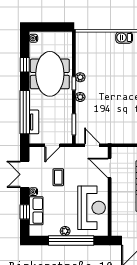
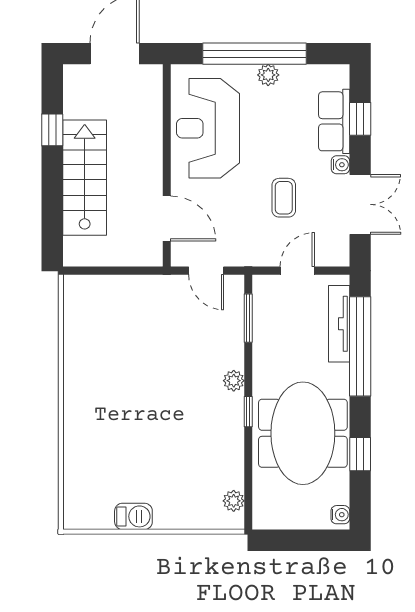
plant: (80, 77) -> (234, 501), moved
tv unit: (34, 122) -> (339, 324), width x1.41

